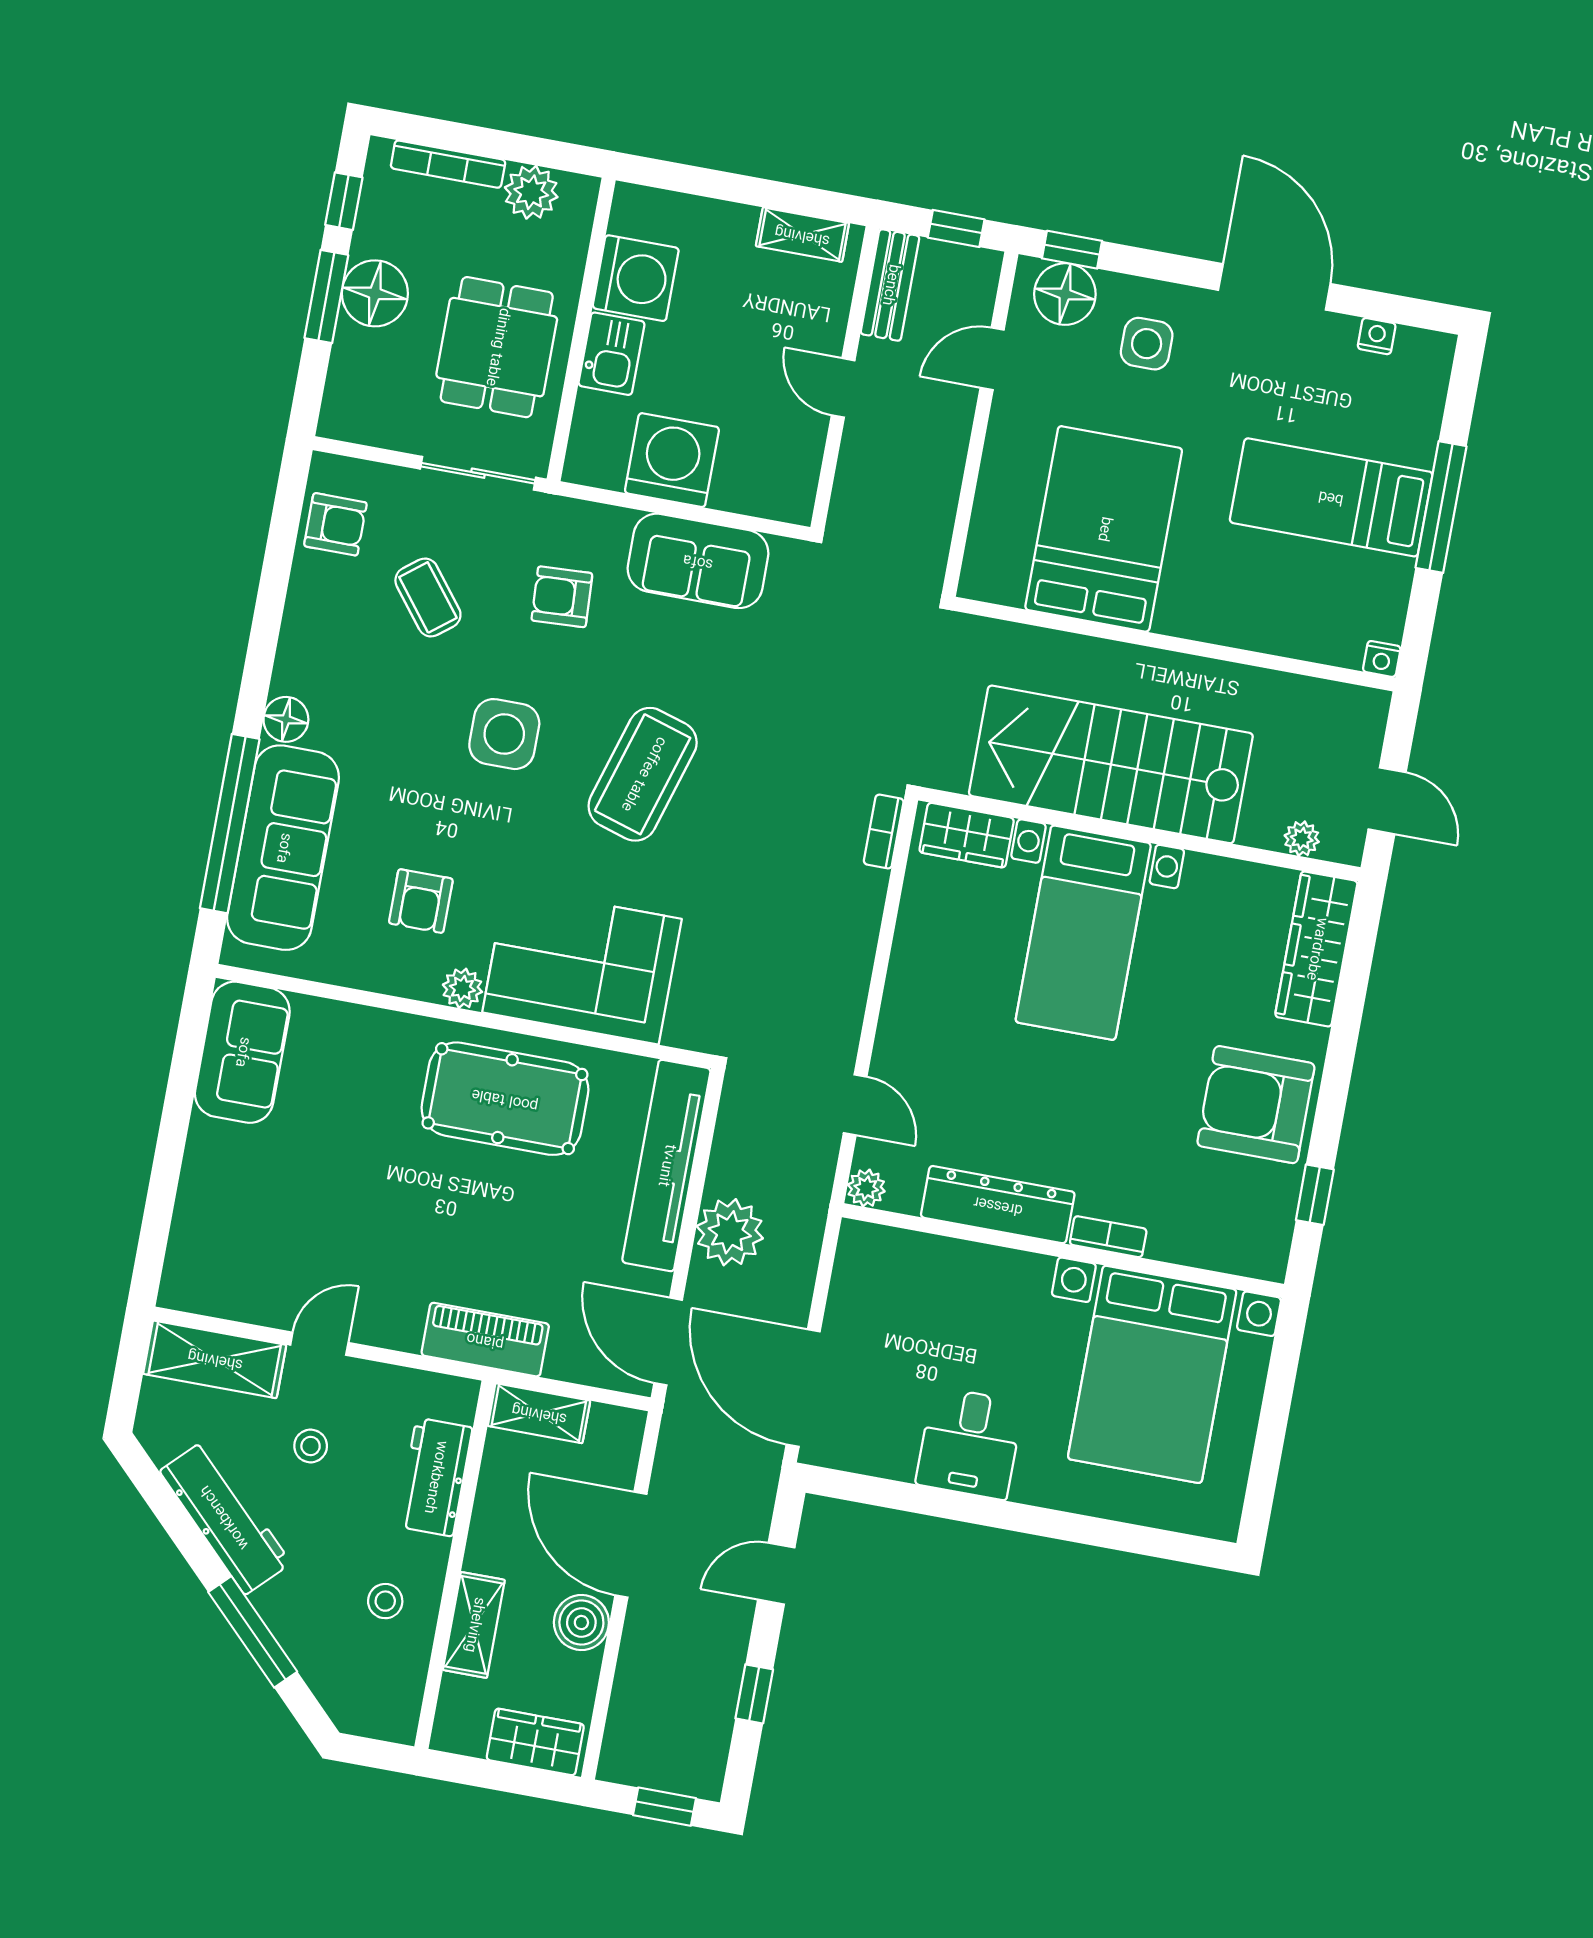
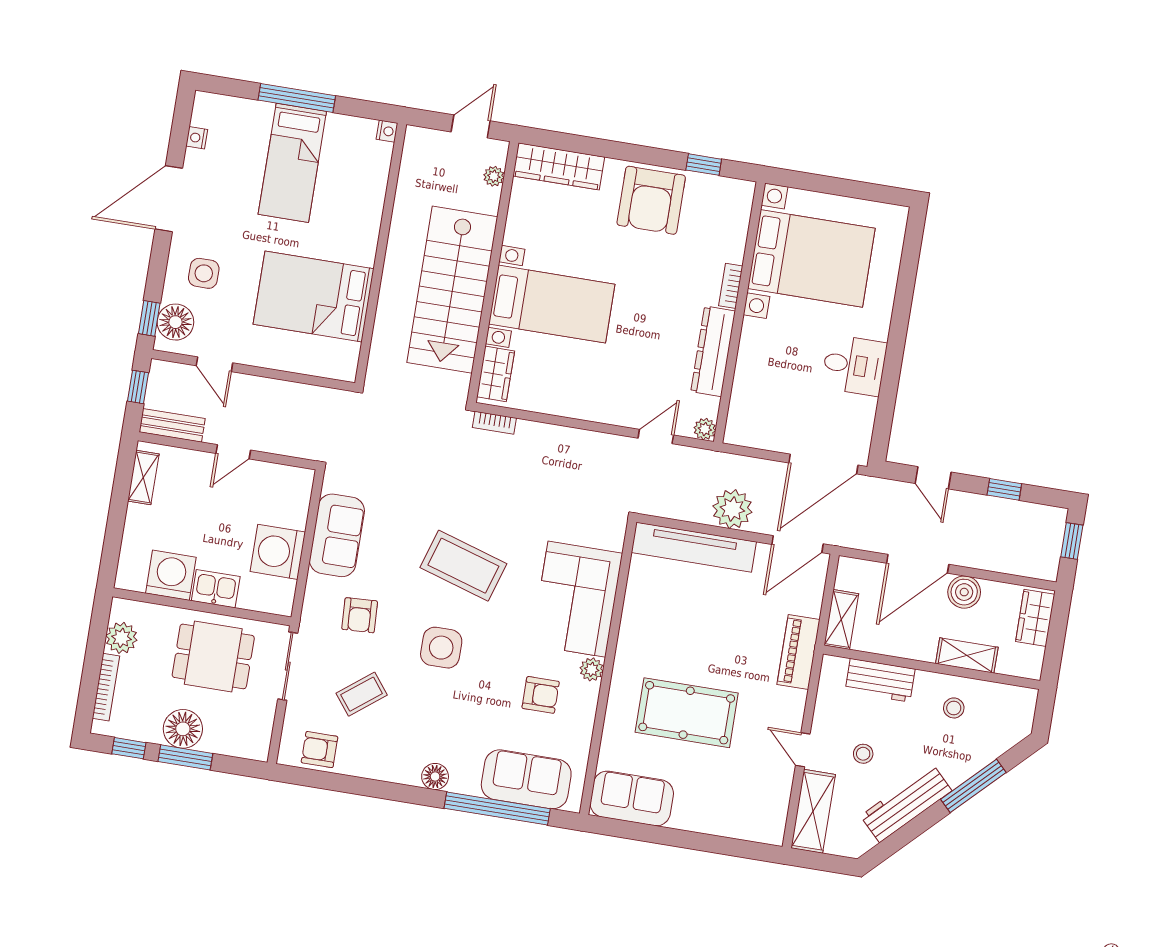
armchair: (335, 524) -> (320, 750), turned -90
sofa: (283, 848) -> (526, 779), width x0.73
pool table: (505, 1099) -> (687, 713), moved, turned 90

